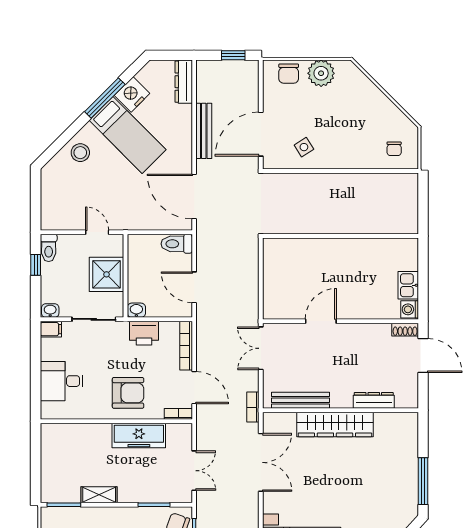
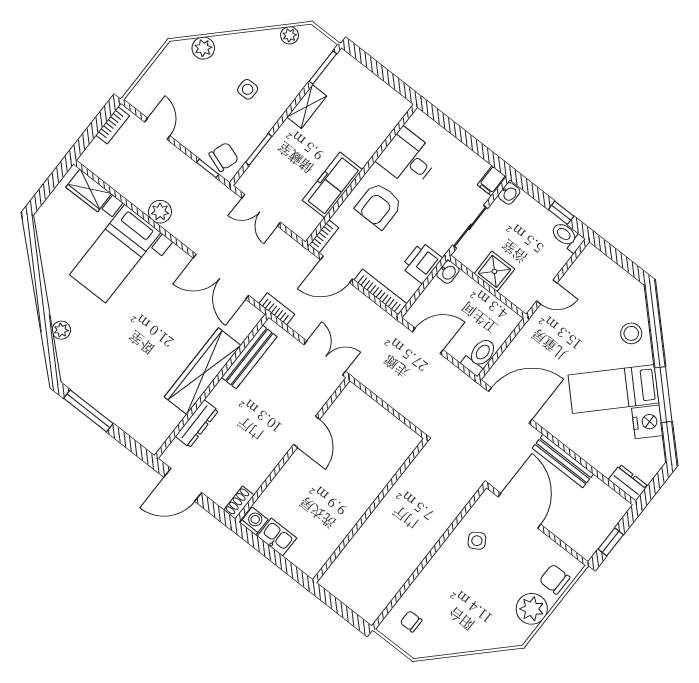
dresser: (184, 82) -> (628, 483), width x0.70
shower: (107, 274) -> (494, 271), width x0.73, depth x0.73
door: (423, 355) -> (183, 485), moved
desk: (62, 381) -> (408, 158), moved, turned -90

